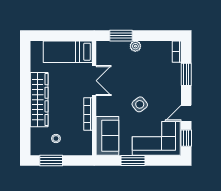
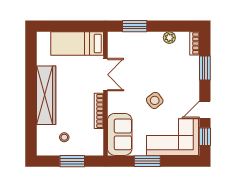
plant: (135, 46) -> (169, 38), moved
window: (51, 161) -> (72, 161), moved

